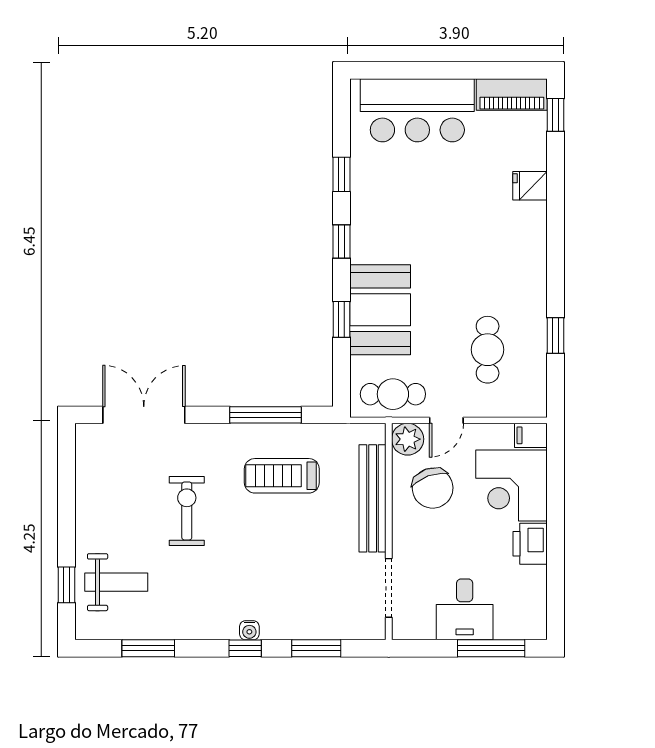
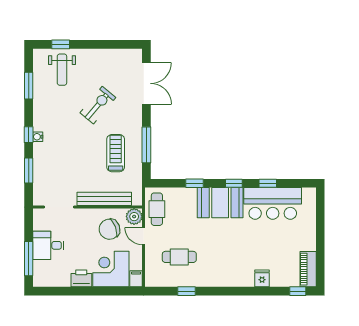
bar counter: (417, 110) -> (273, 203), moved, turned -90
booth: (380, 310) -> (220, 203), moved
exercise bike: (187, 511) -> (98, 105), turned -50

